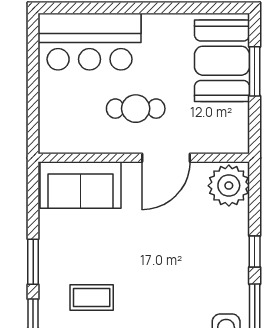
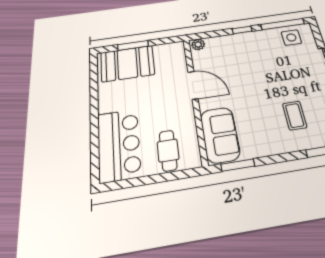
cafe table: (136, 109) -> (168, 150), moved
plant: (229, 186) -> (198, 45), width x0.53, depth x0.53
window: (33, 262) -> (238, 165), moved

